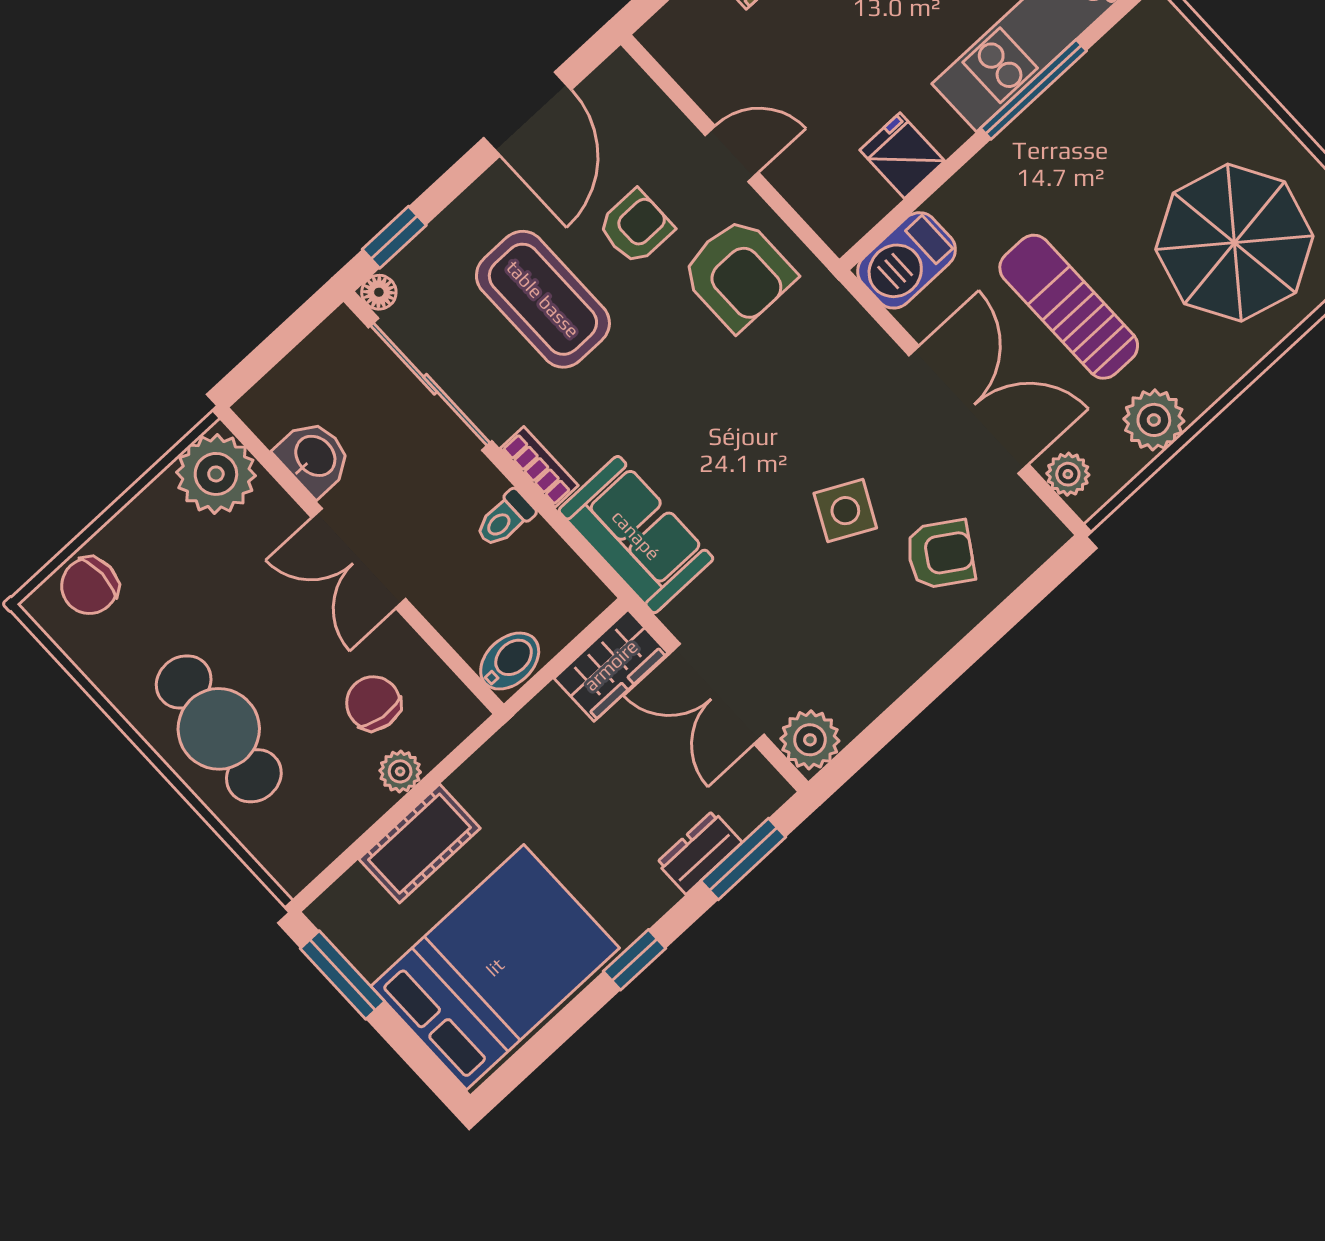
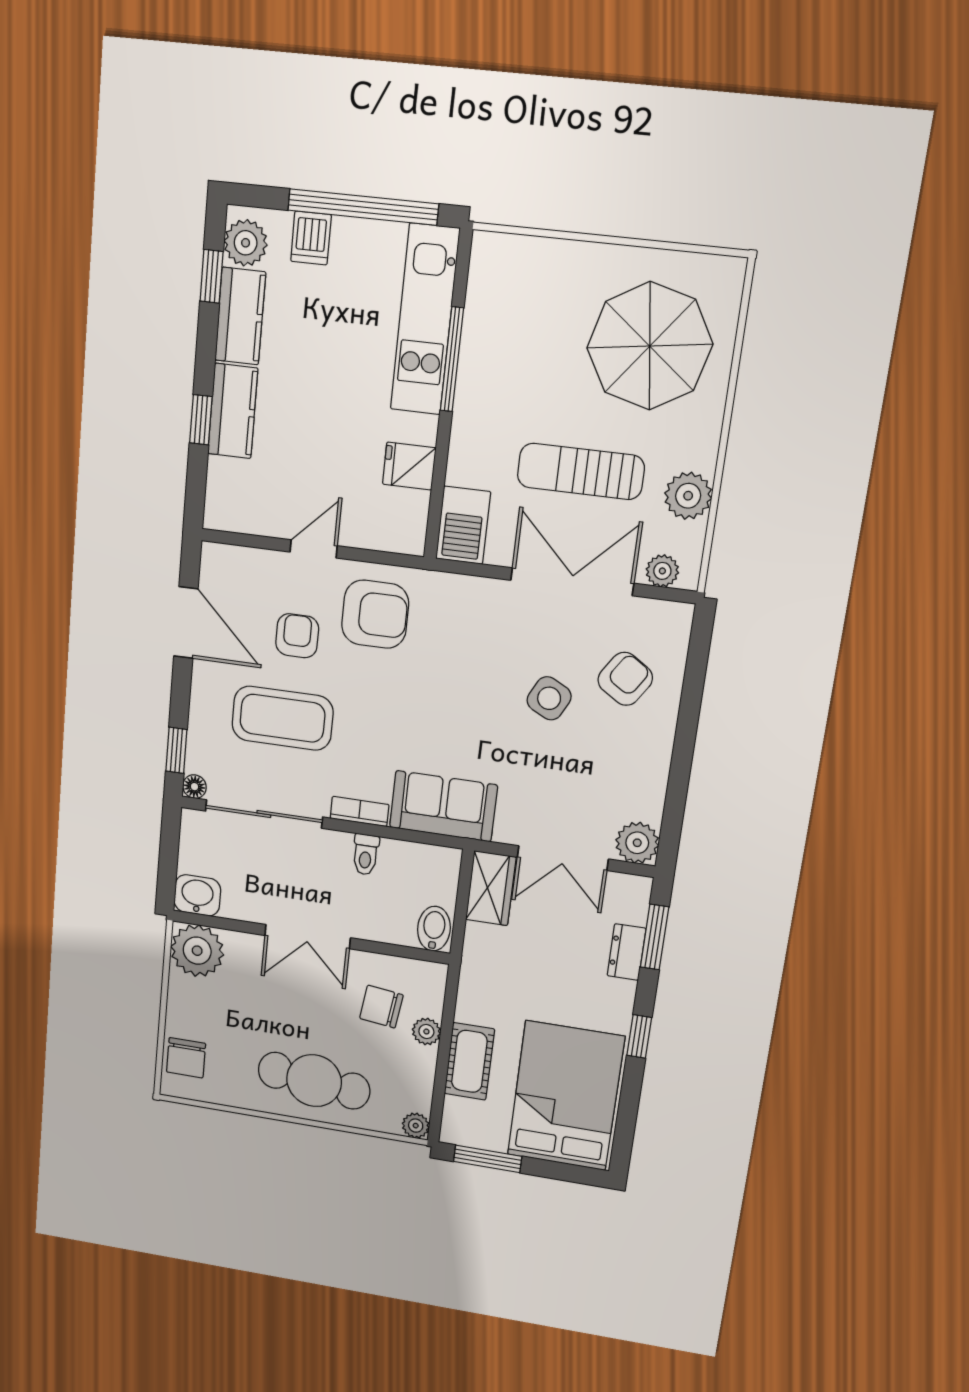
washbasin: (314, 457) -> (197, 895), moved
plant: (292, 872) -> (416, 1126), added

